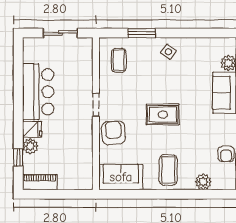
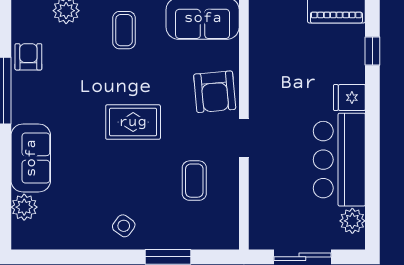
coffee table: (119, 60) -> (194, 181), moved
plant: (30, 146) -> (352, 221), moved
coffee table: (168, 170) -> (124, 30), width x0.73, depth x0.77

